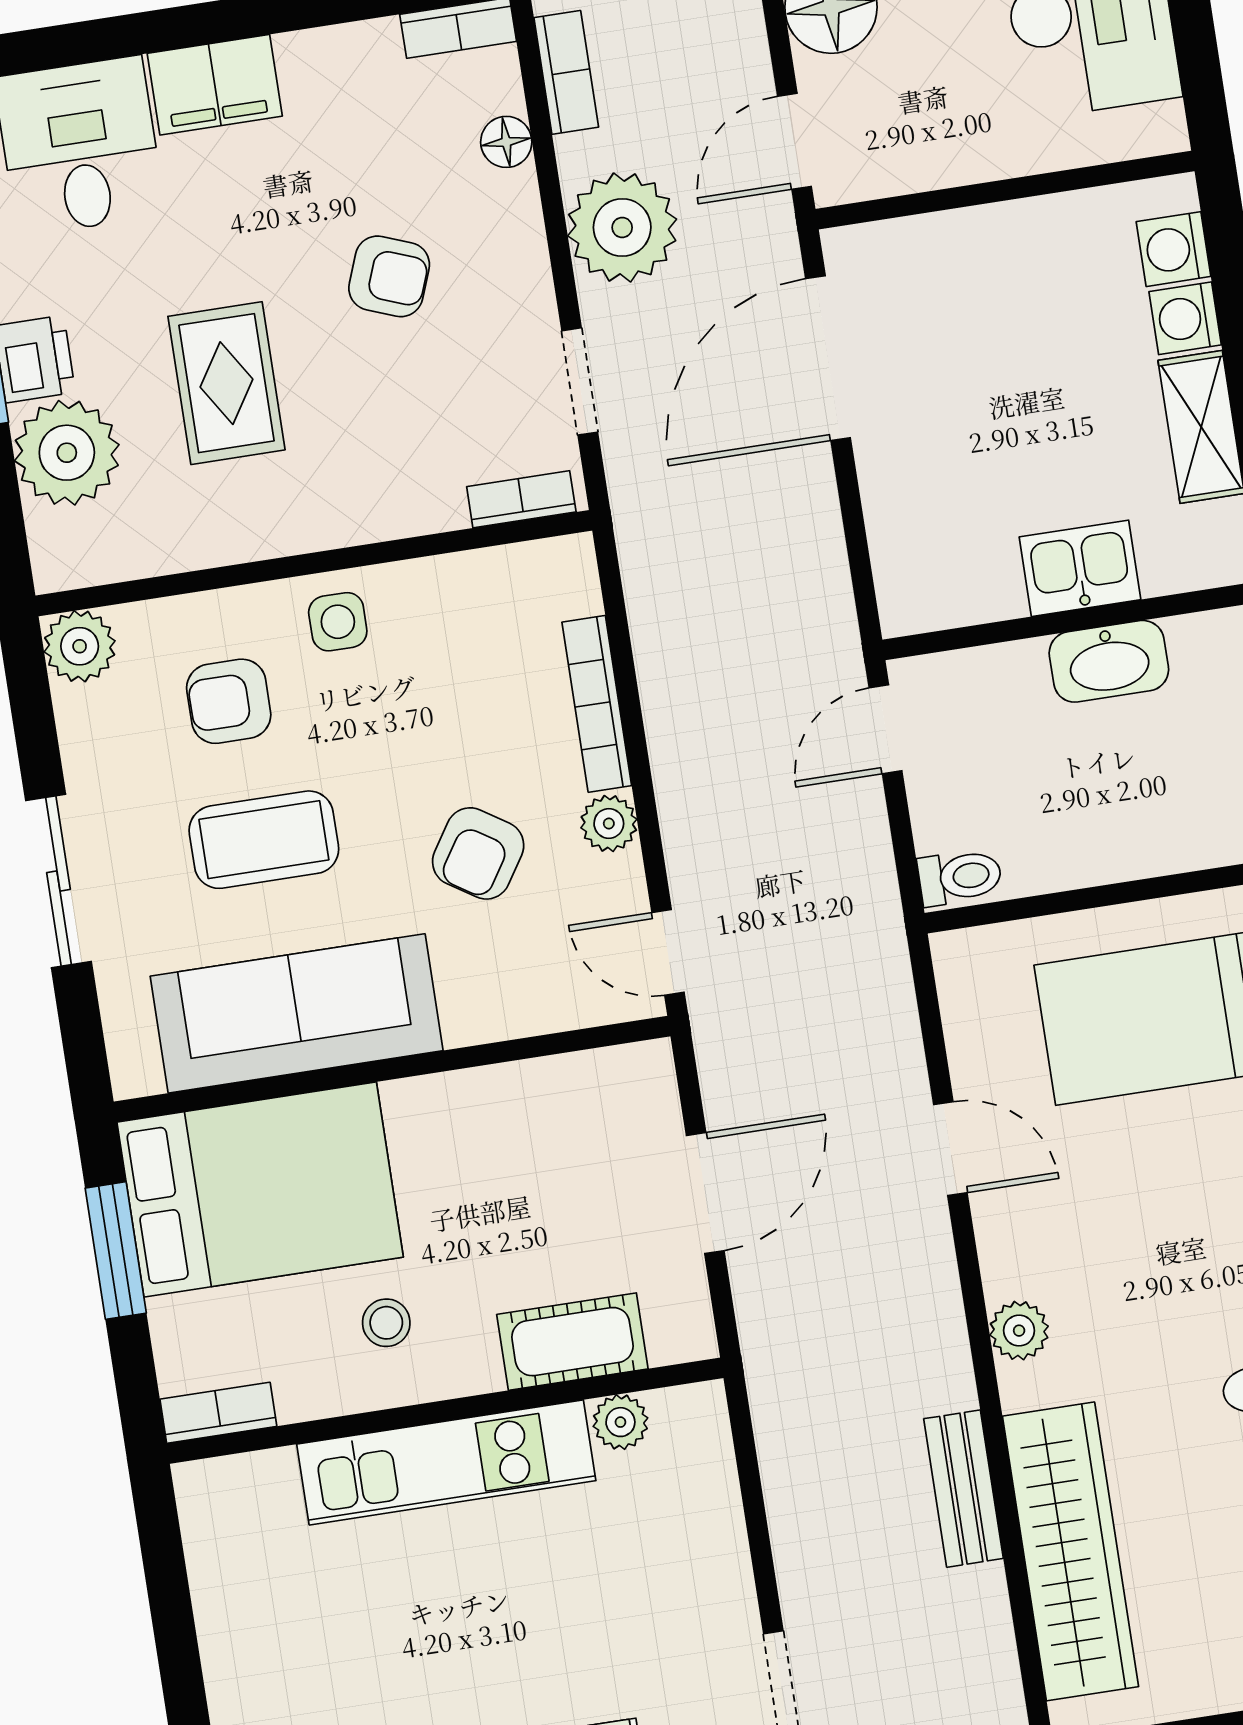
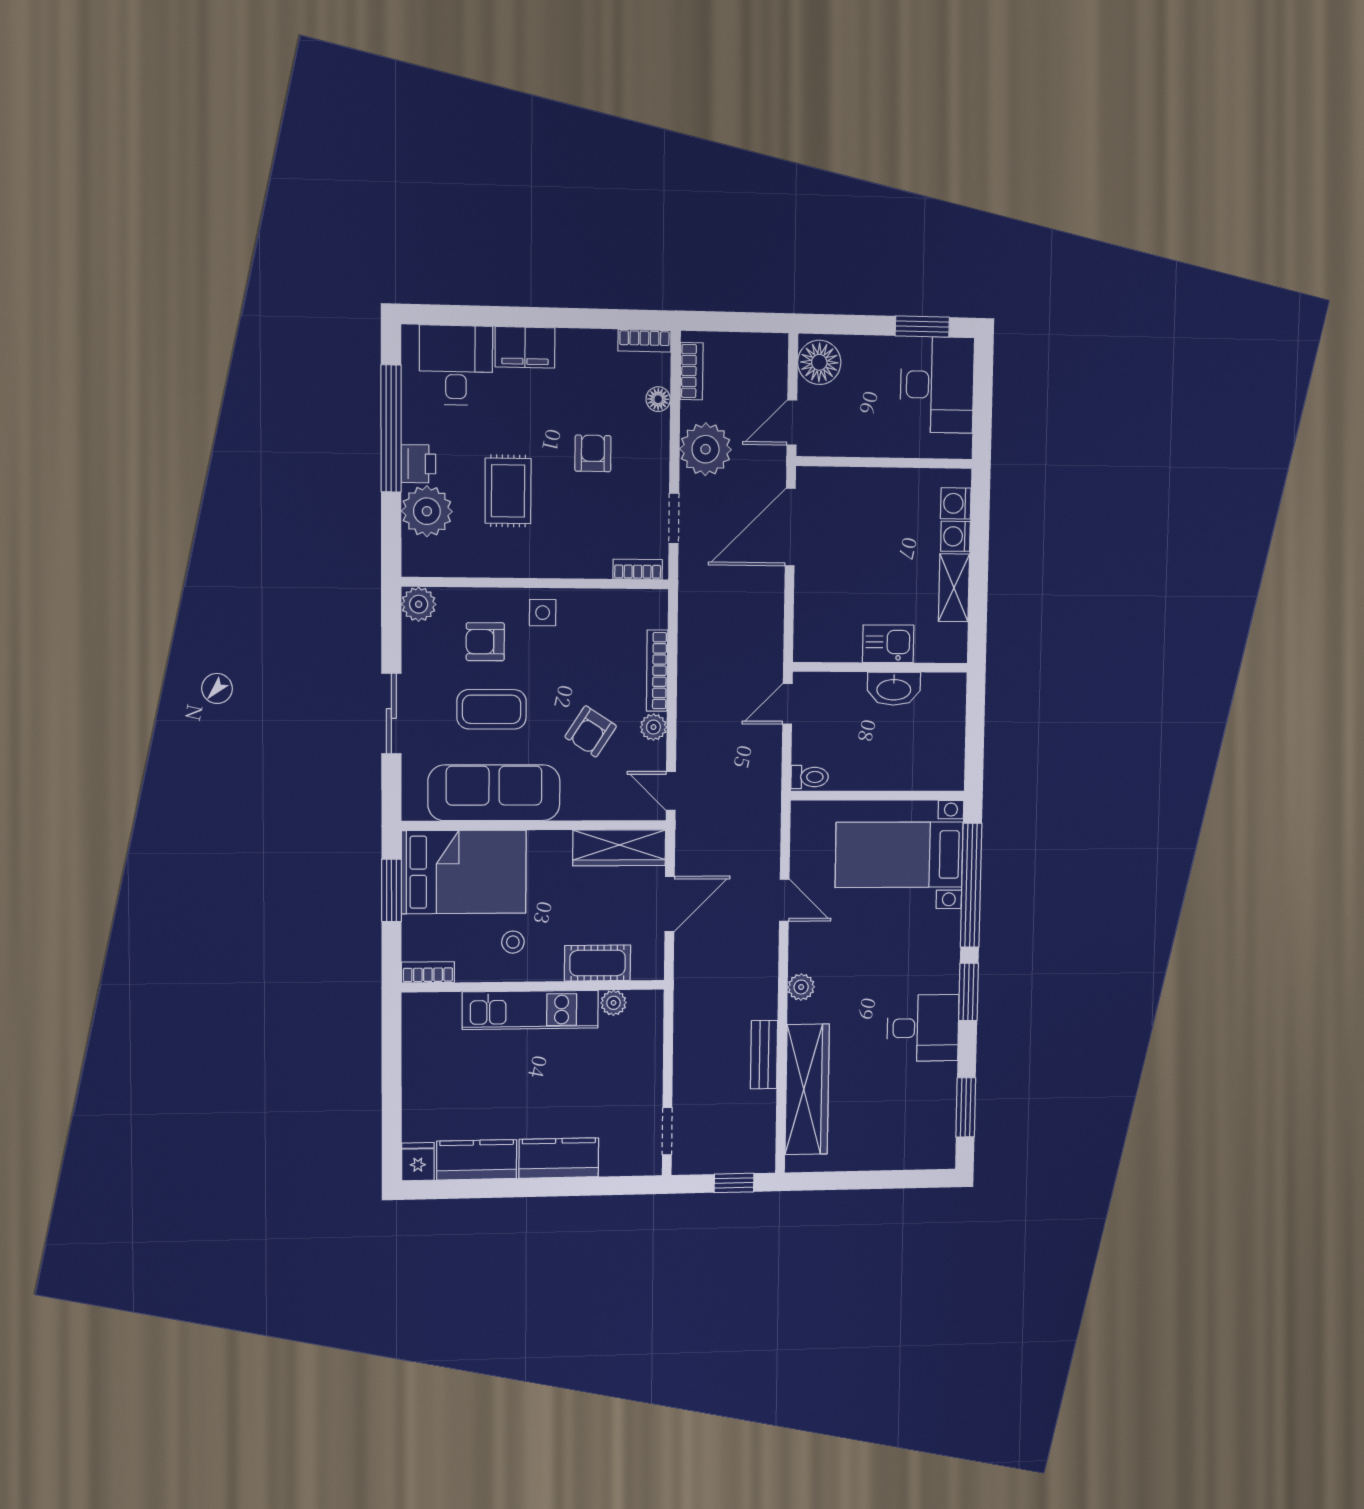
armchair: (389, 276) -> (593, 453), turned -111
wardrobe: (578, 1089) -> (619, 848), added

